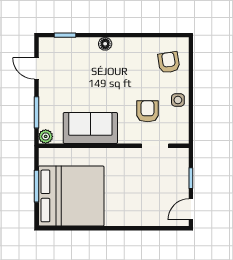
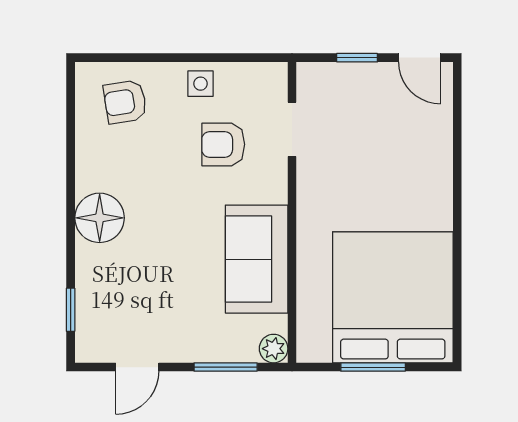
floor lamp: (105, 44) -> (100, 218), width x1.89, depth x1.89

